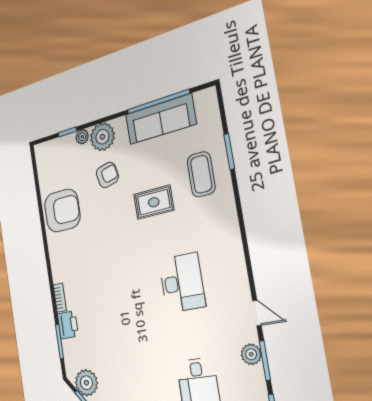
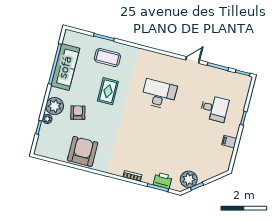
printer: (68, 325) -> (163, 180), moved
plant: (251, 354) -> (212, 72), removed

